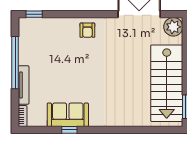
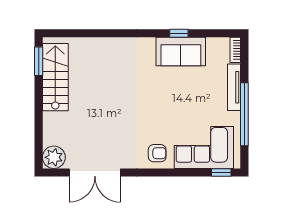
armchair: (87, 30) -> (157, 153), turned 90
corner sofa: (49, 35) -> (204, 148), added
stairs: (167, 83) -> (55, 77), width x0.73, depth x0.66

